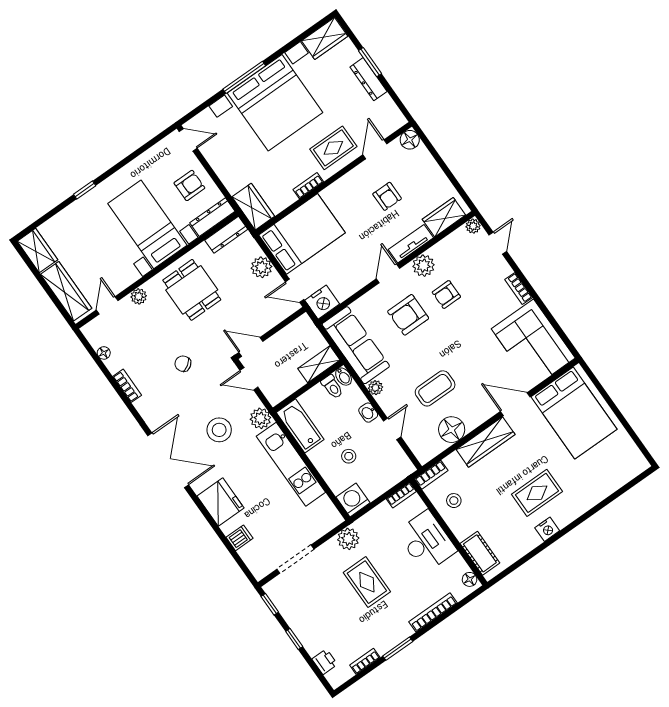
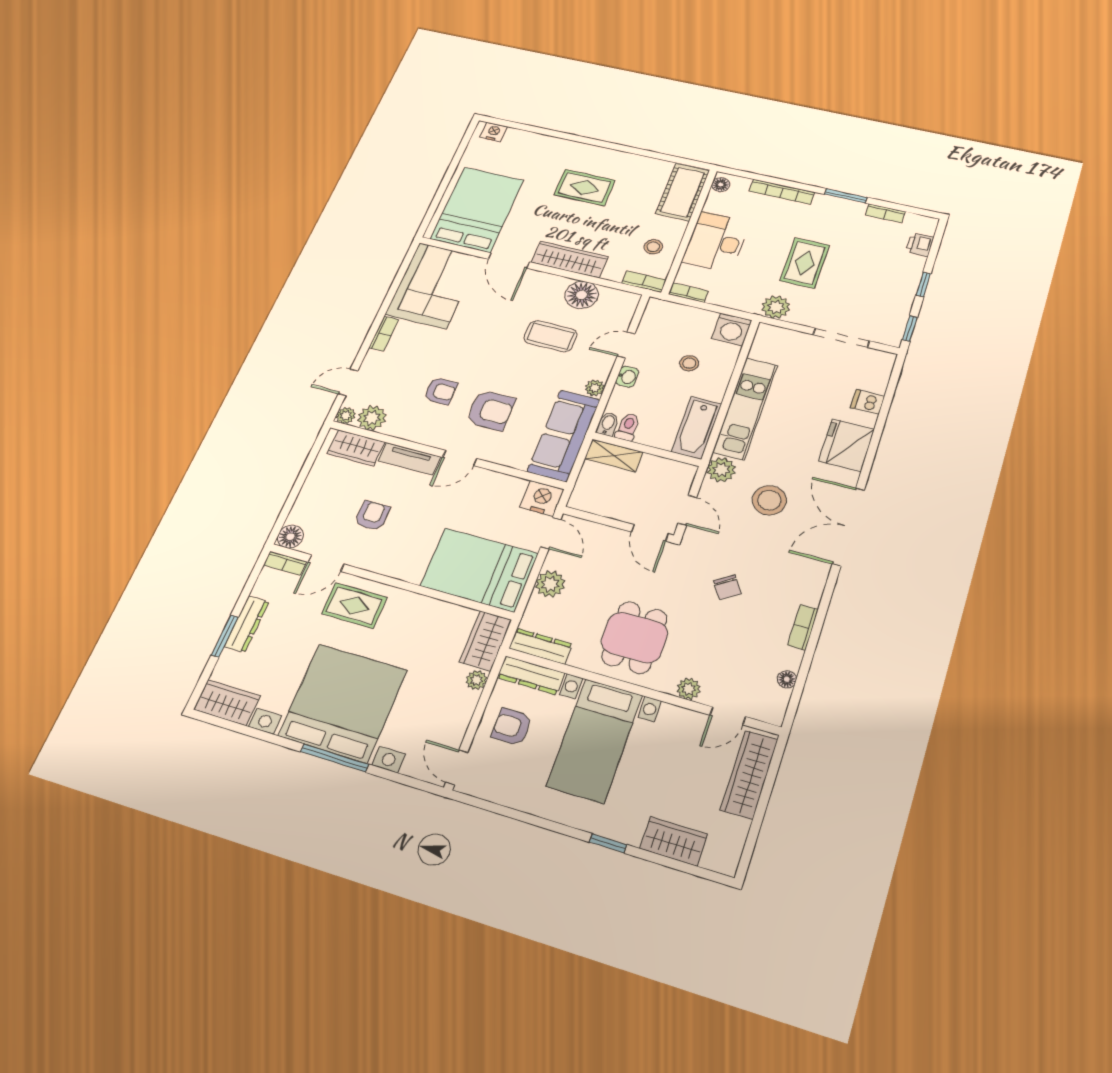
plant: (233, 185) -> (476, 680), added
bookcase: (308, 186) -> (285, 563), moved
wardrobe: (37, 251) -> (674, 841), moved, turned 90
plant: (424, 266) -> (372, 418), moved
nightstand: (547, 529) -> (494, 132), moved
cot: (480, 553) -> (683, 192), width x1.37, depth x1.34

